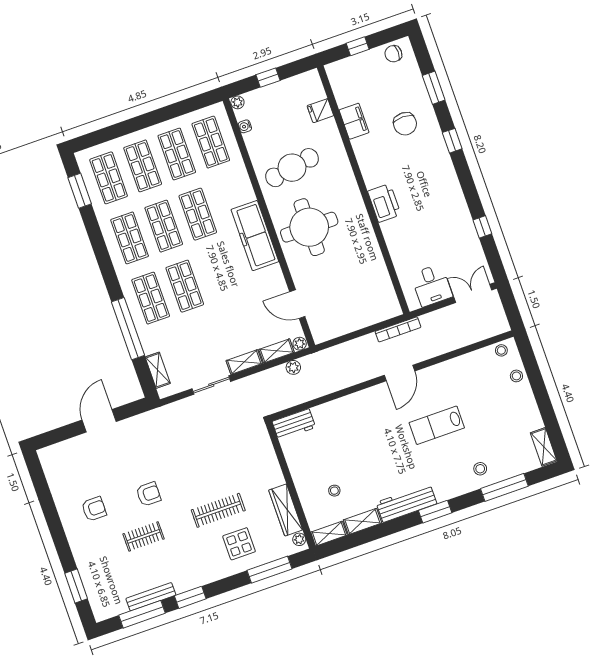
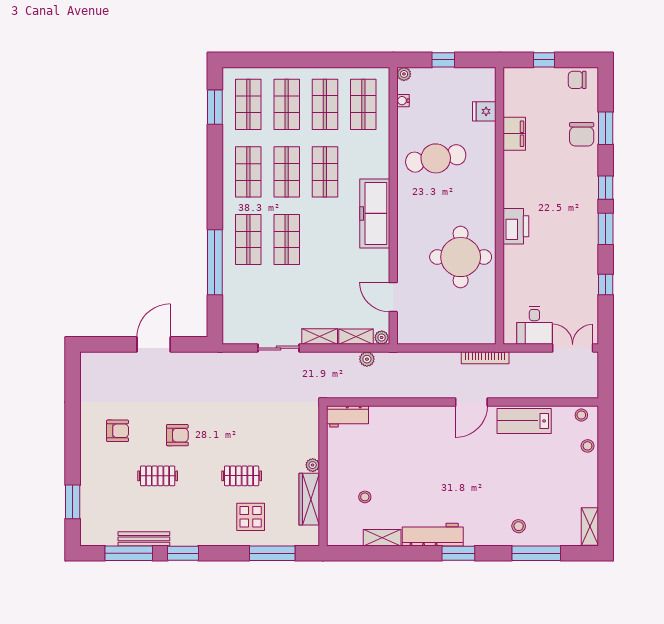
chair: (405, 124) -> (582, 134), moved
window: (465, 177) -> (606, 229), added
round table: (309, 227) -> (461, 257), moved
shelving: (158, 370) -> (230, 314), removed
lab bench: (437, 425) -> (524, 421), moved
clothes rail: (218, 510) -> (242, 476), width x0.73
shelving: (329, 534) -> (344, 538), removed
plant: (299, 539) -> (313, 465), moved

